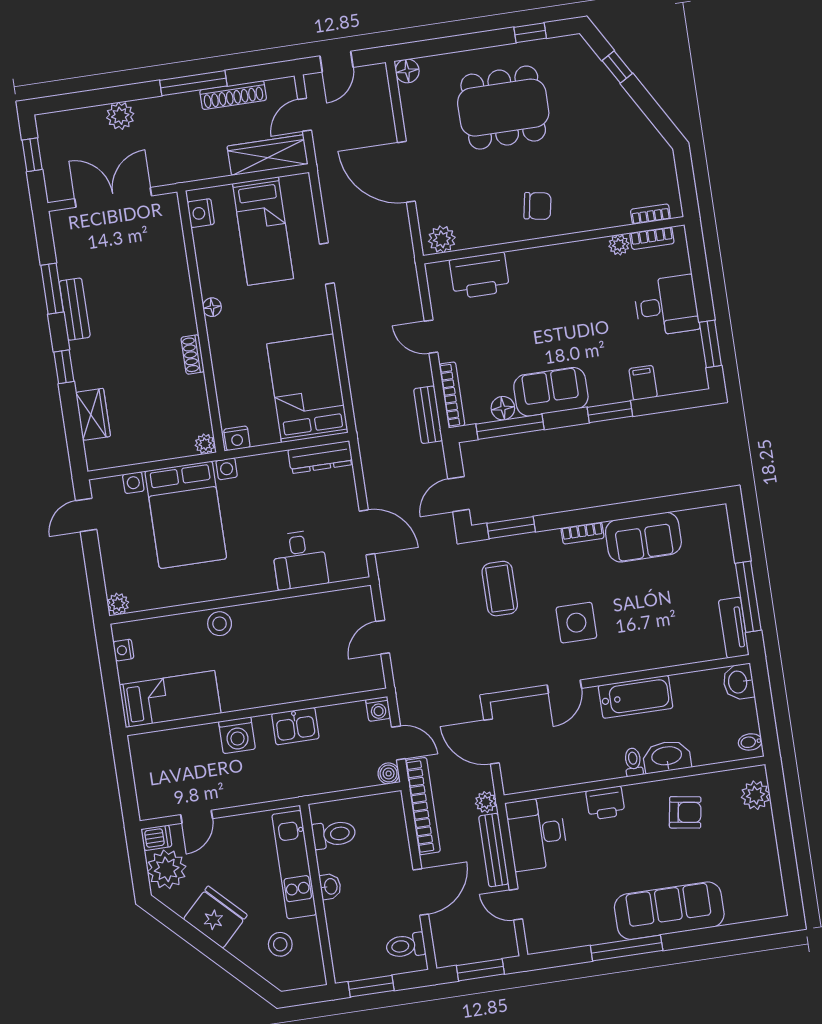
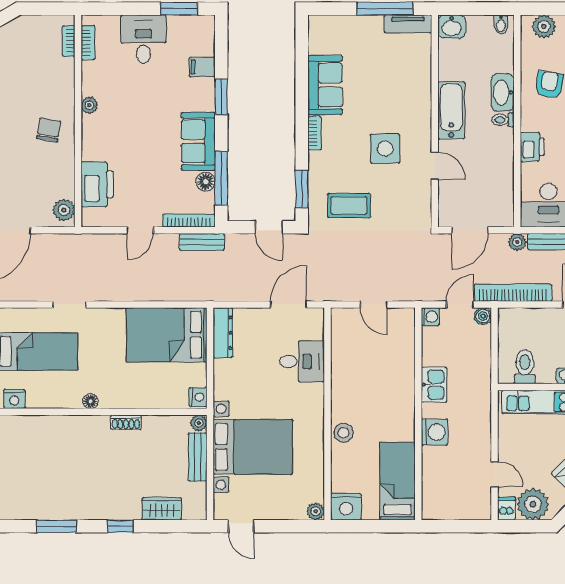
plant: (619, 245) -> (89, 105), moved
bench: (75, 309) -> (198, 457), moved, turned 90
nightstand: (123, 650) -> (346, 507), width x1.89, depth x1.79

